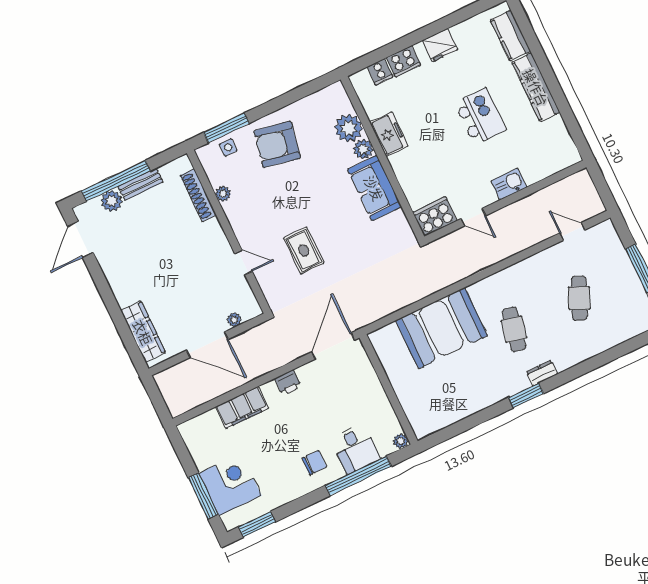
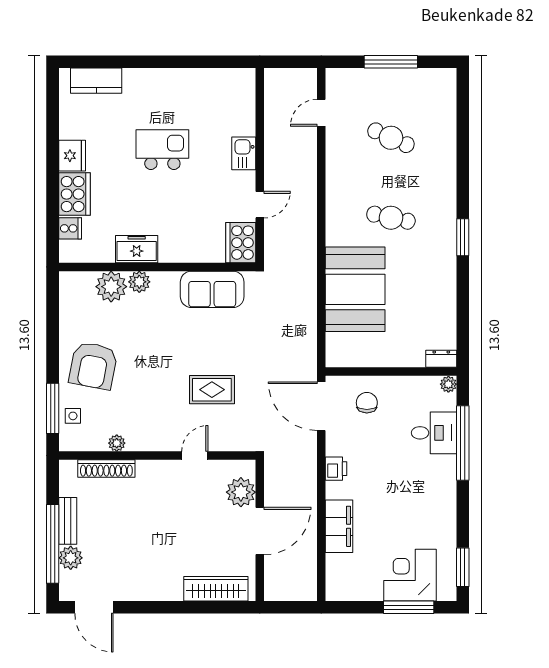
cooker: (403, 61) -> (74, 194), width x1.37, depth x1.31
kitchen counter: (536, 87) -> (160, 80), removed
sofa: (374, 188) -> (212, 289), moved
plant: (234, 320) -> (241, 492), width x1.87, depth x1.87
dresser: (542, 373) -> (441, 359), moved, turned 90
chair: (314, 463) -> (367, 403), moved

